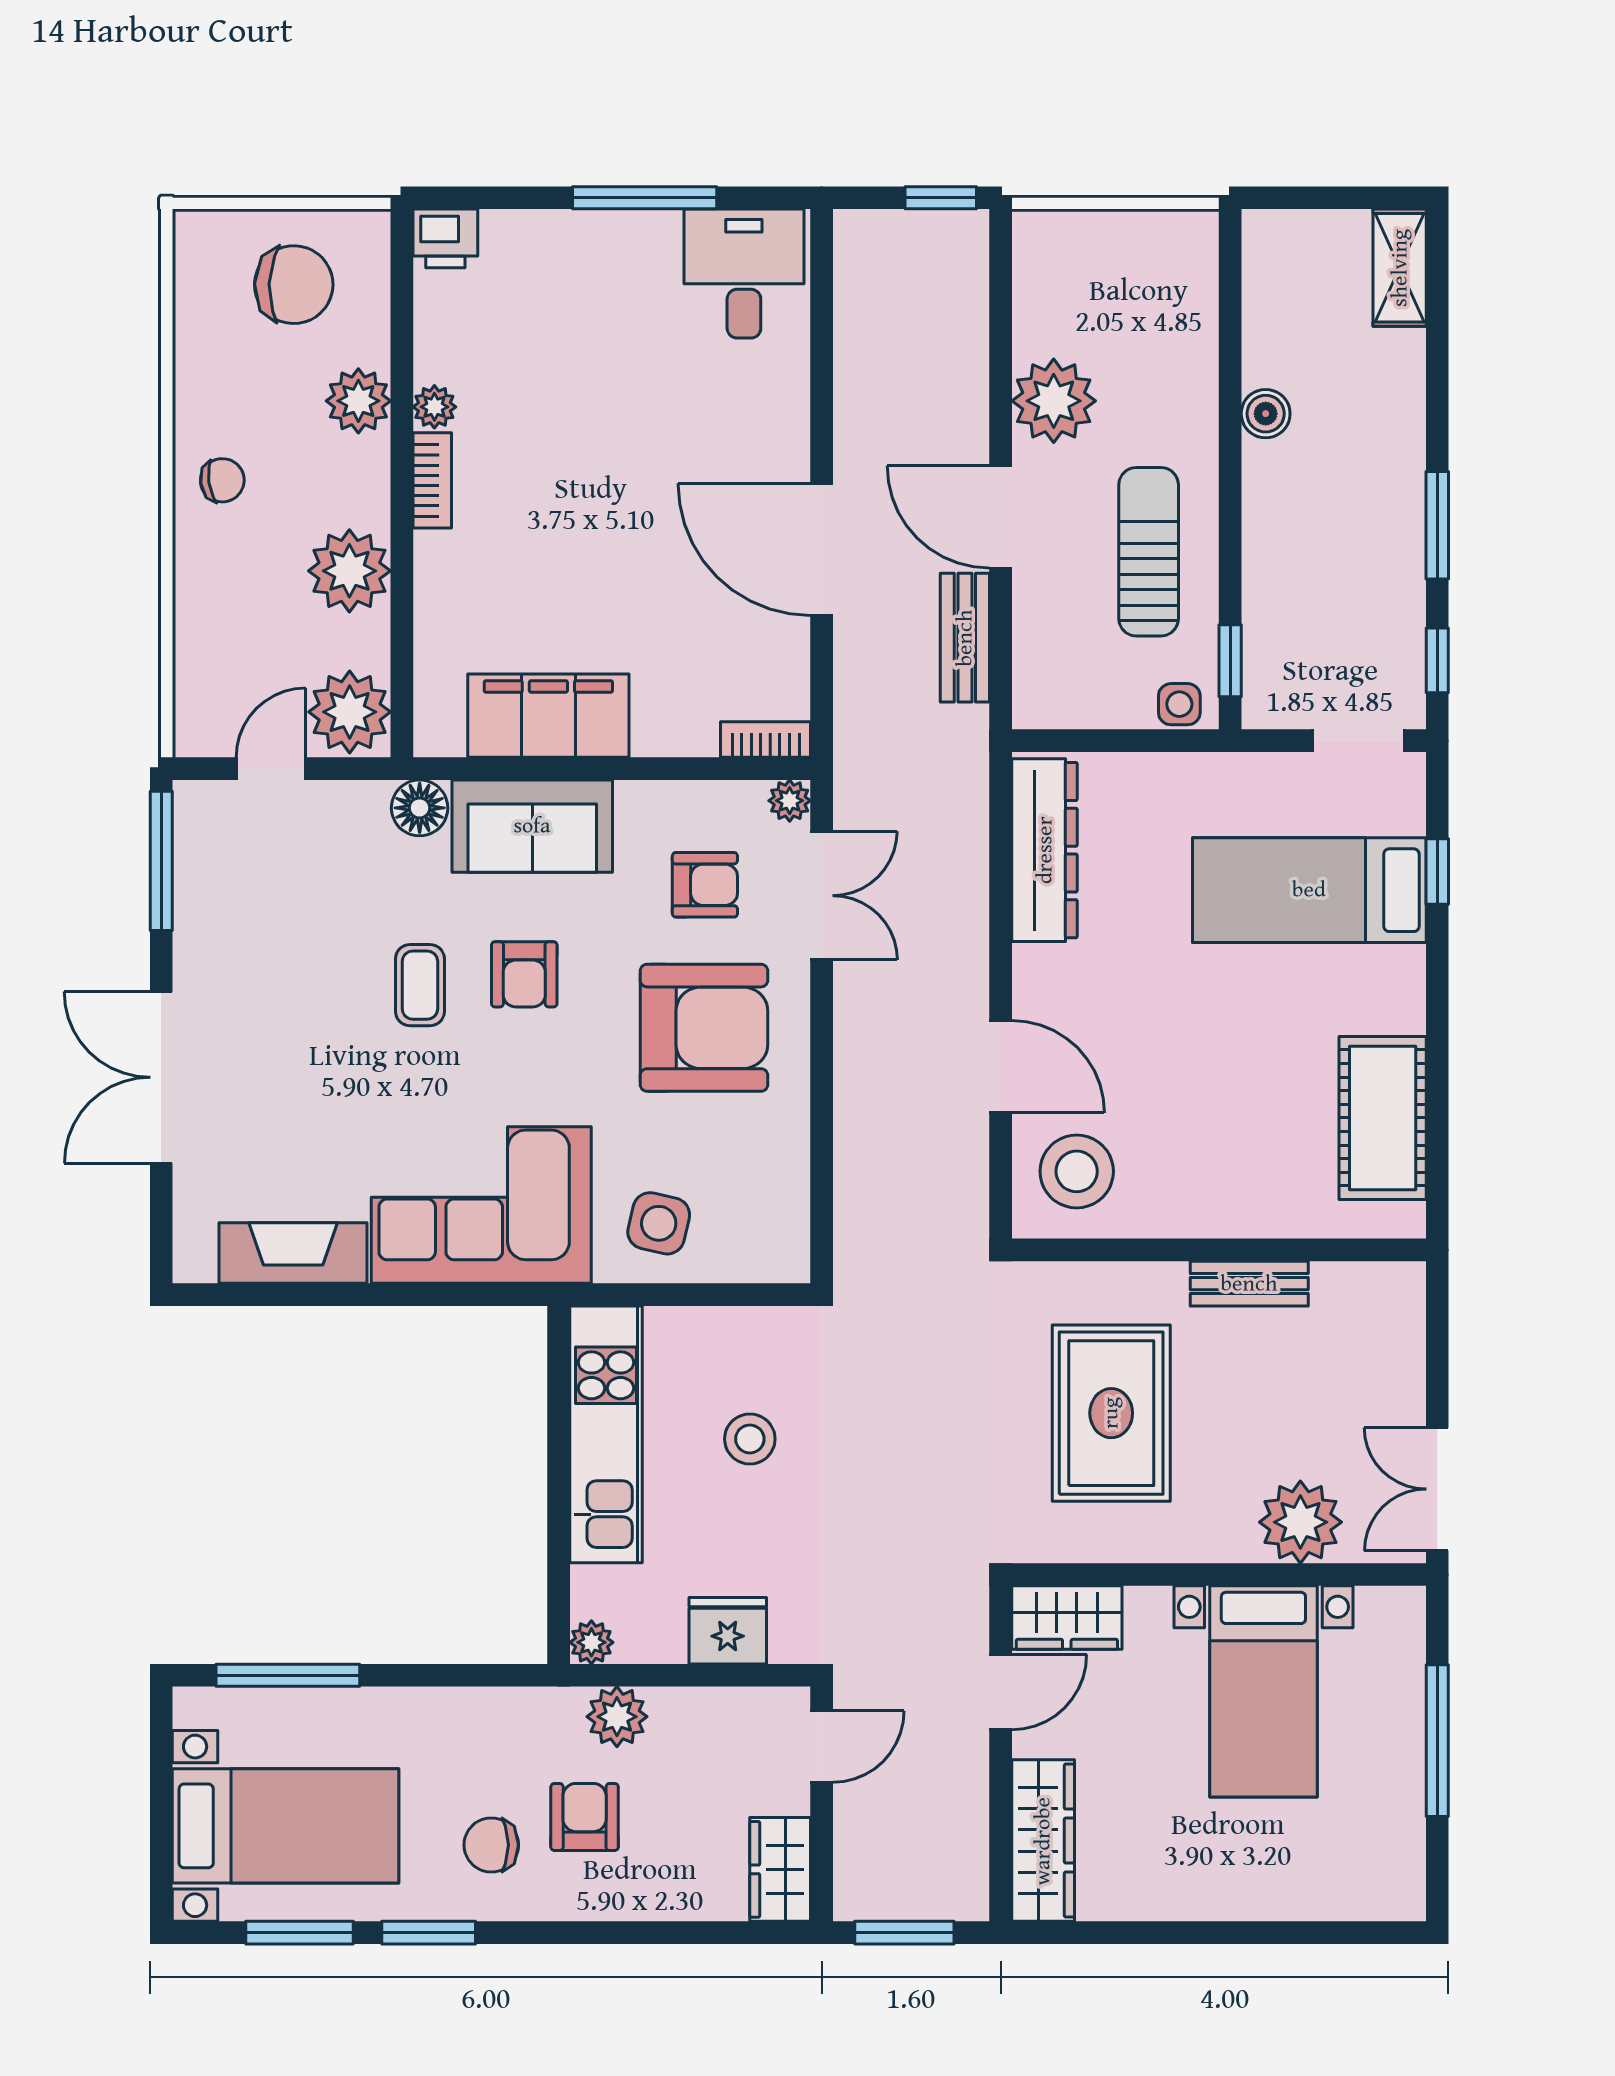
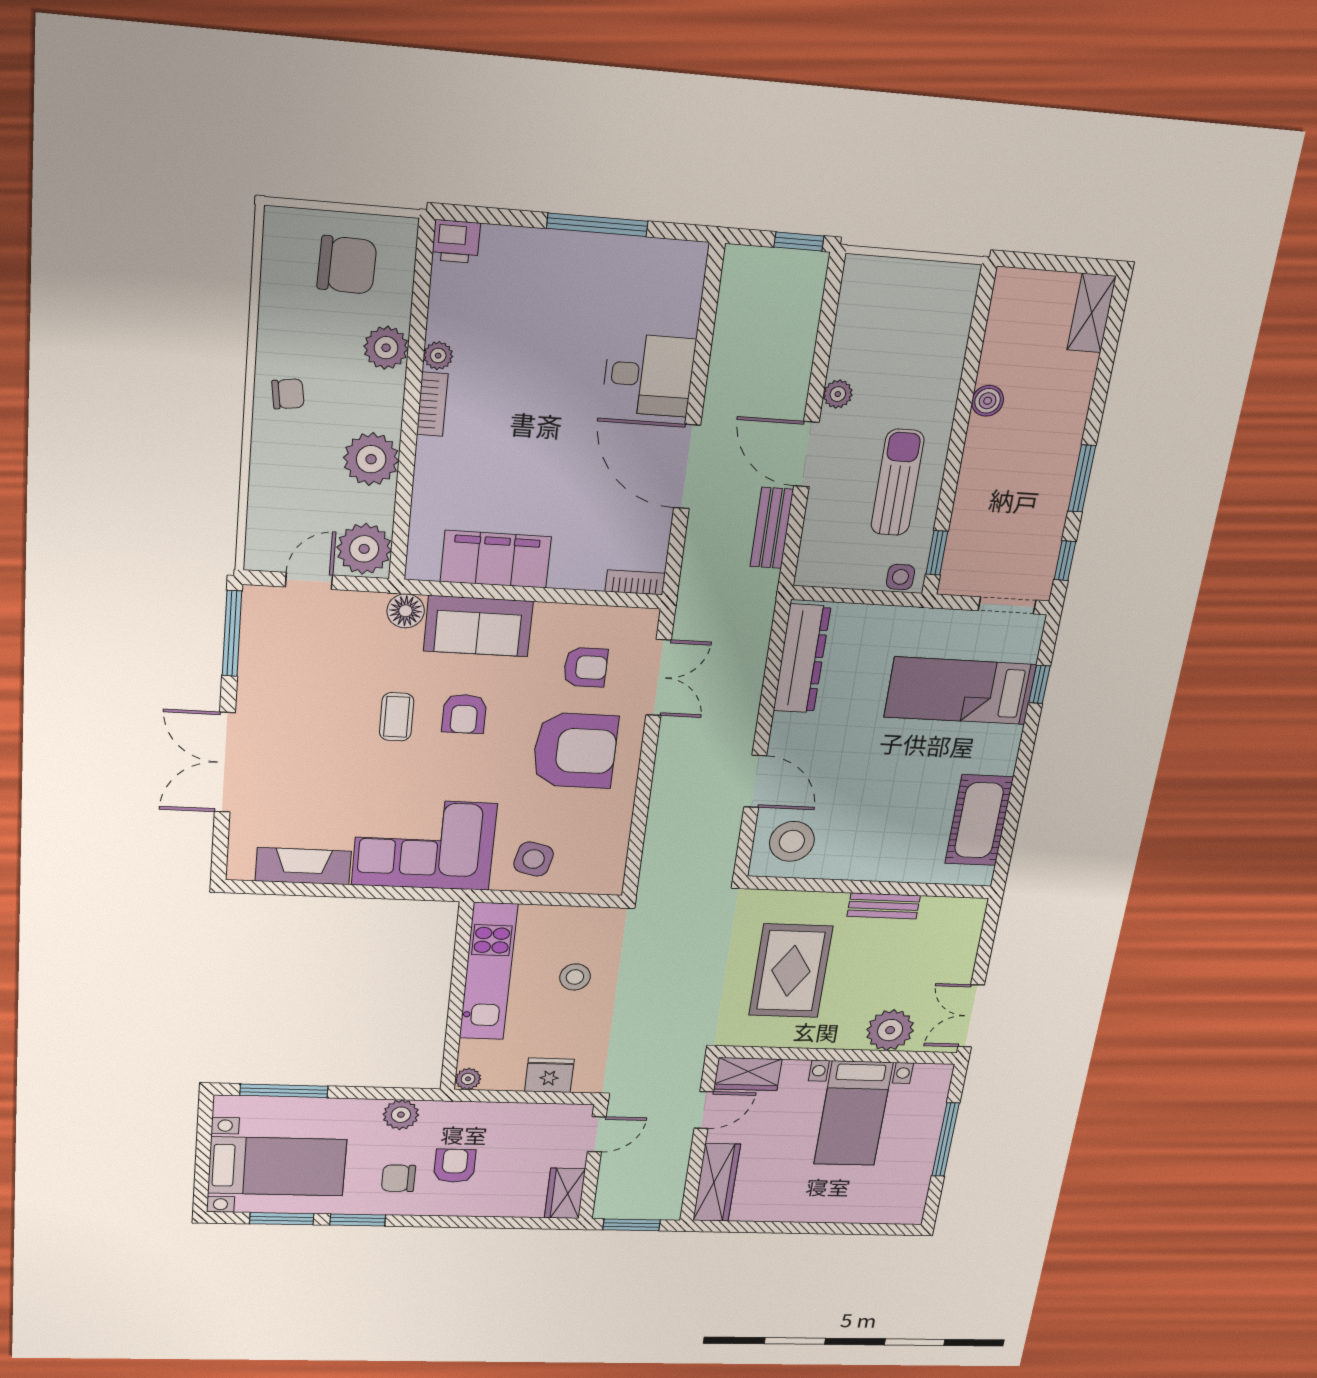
desk: (744, 274) -> (649, 375), moved, turned 90
plant: (1054, 401) -> (838, 394), width x0.53, depth x0.53
plant: (790, 801) -> (646, 620), removed
plant: (617, 1717) -> (401, 1115), moved

